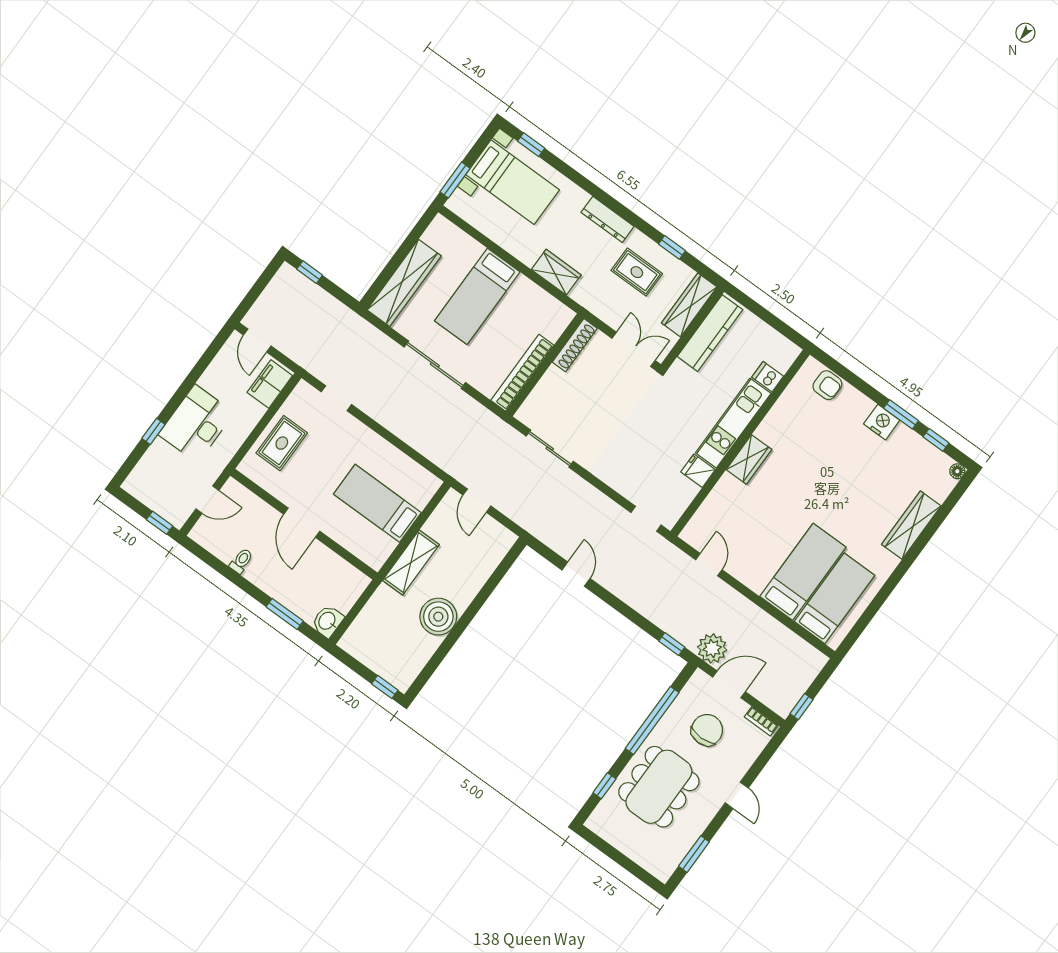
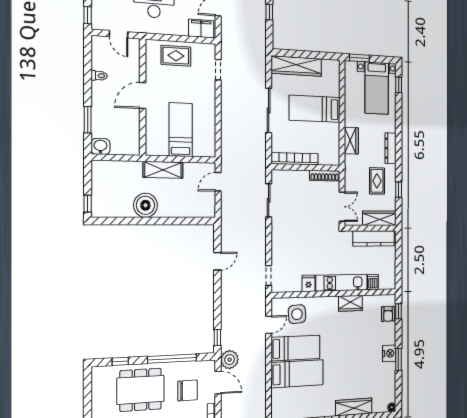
window: (936, 440) -> (399, 311), moved
wardrobe: (749, 459) -> (350, 303), moved
side table: (726, 516) -> (297, 314), added
bed: (834, 598) -> (296, 348), moved

